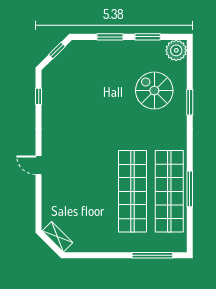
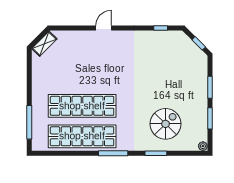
plant: (176, 50) -> (203, 146), width x0.53, depth x0.53
window: (190, 189) -> (113, 153), moved

